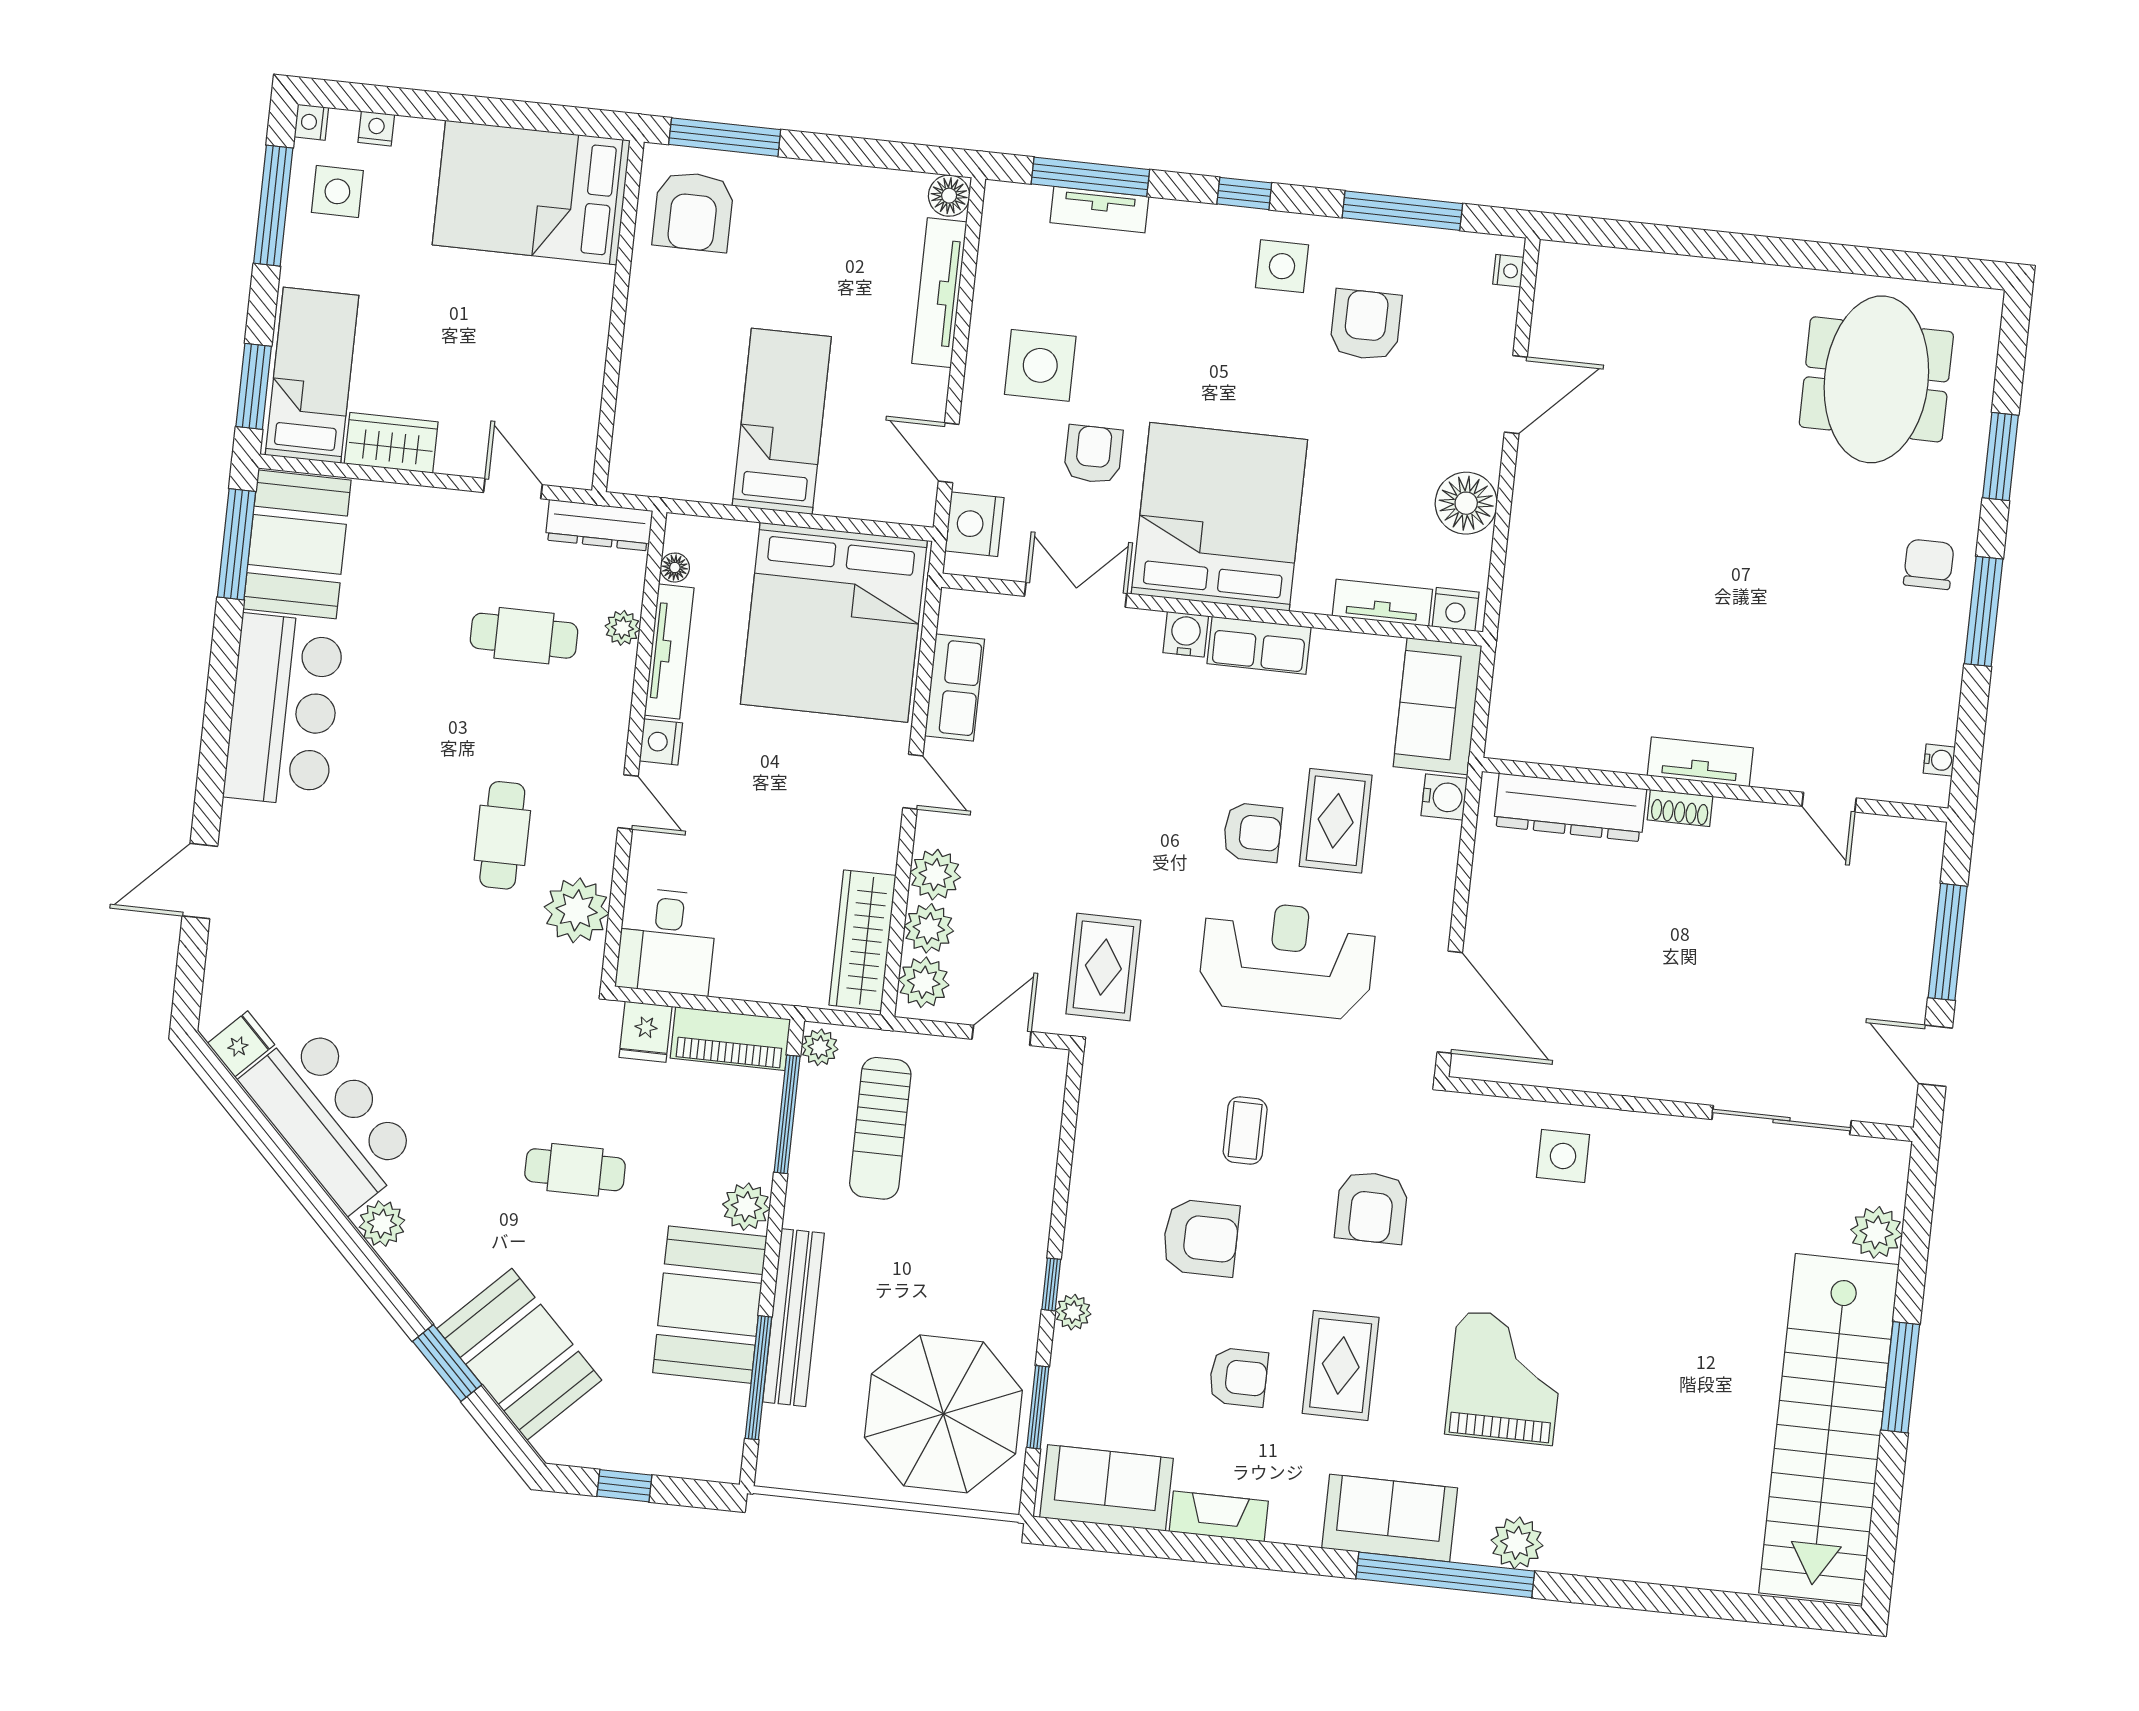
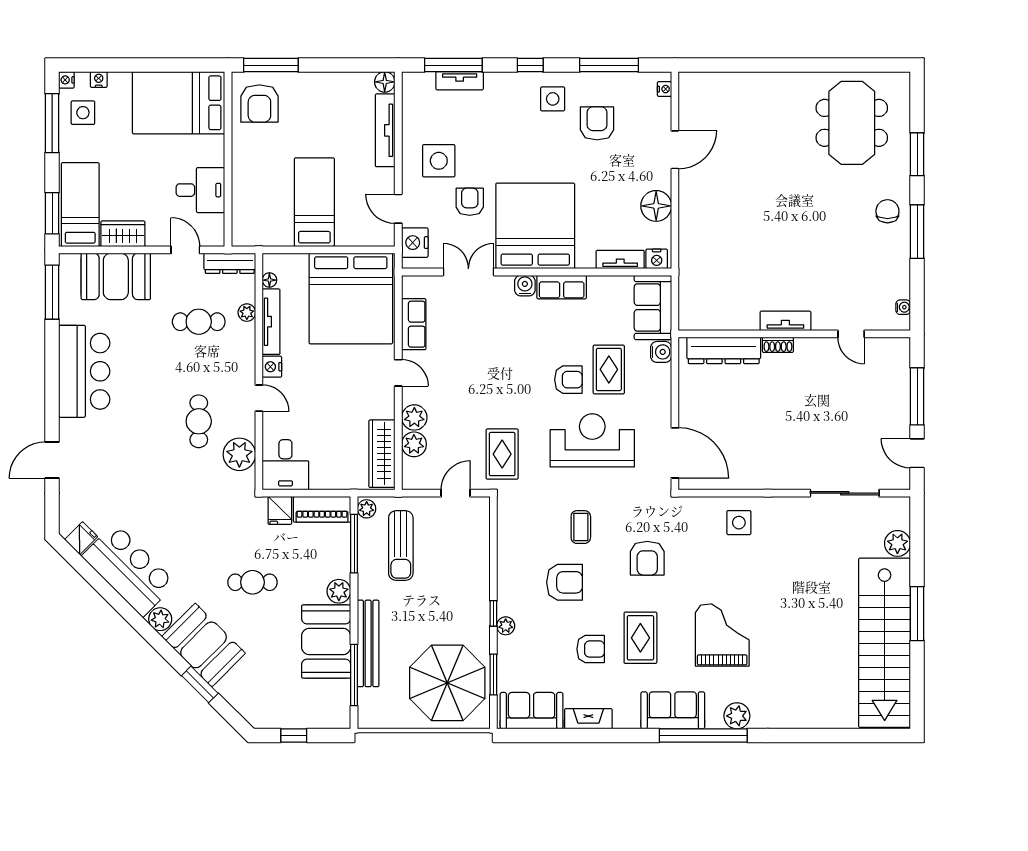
desk: (556, 372) -> (200, 190), added
booth: (297, 544) -> (116, 276), moved, turned 90
plant: (924, 982) -> (414, 471), removed
booth: (519, 1354) -> (204, 645), moved

